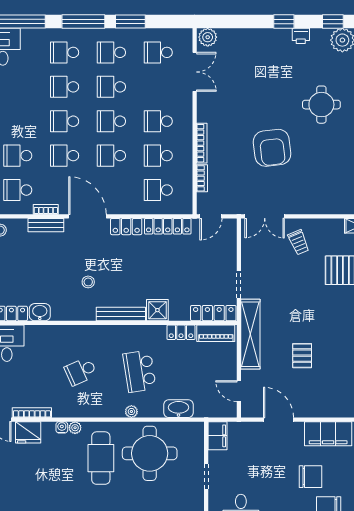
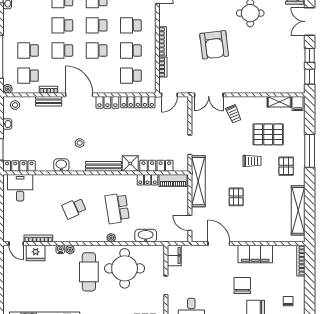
trolley: (324, 306) -> (252, 161), added
washbasin: (40, 312) -> (61, 165), moved
locker: (213, 313) -> (156, 166), moved
chair: (310, 477) -> (242, 285), turned -90

